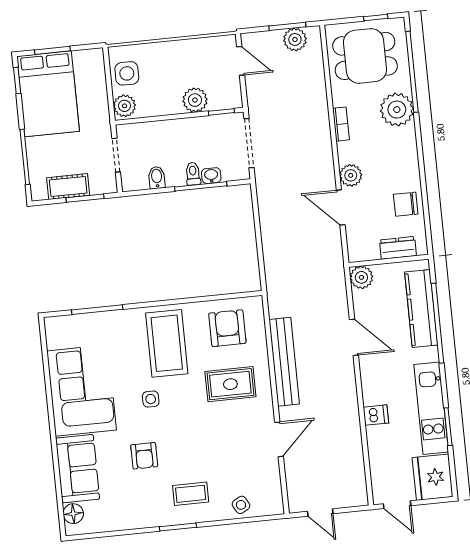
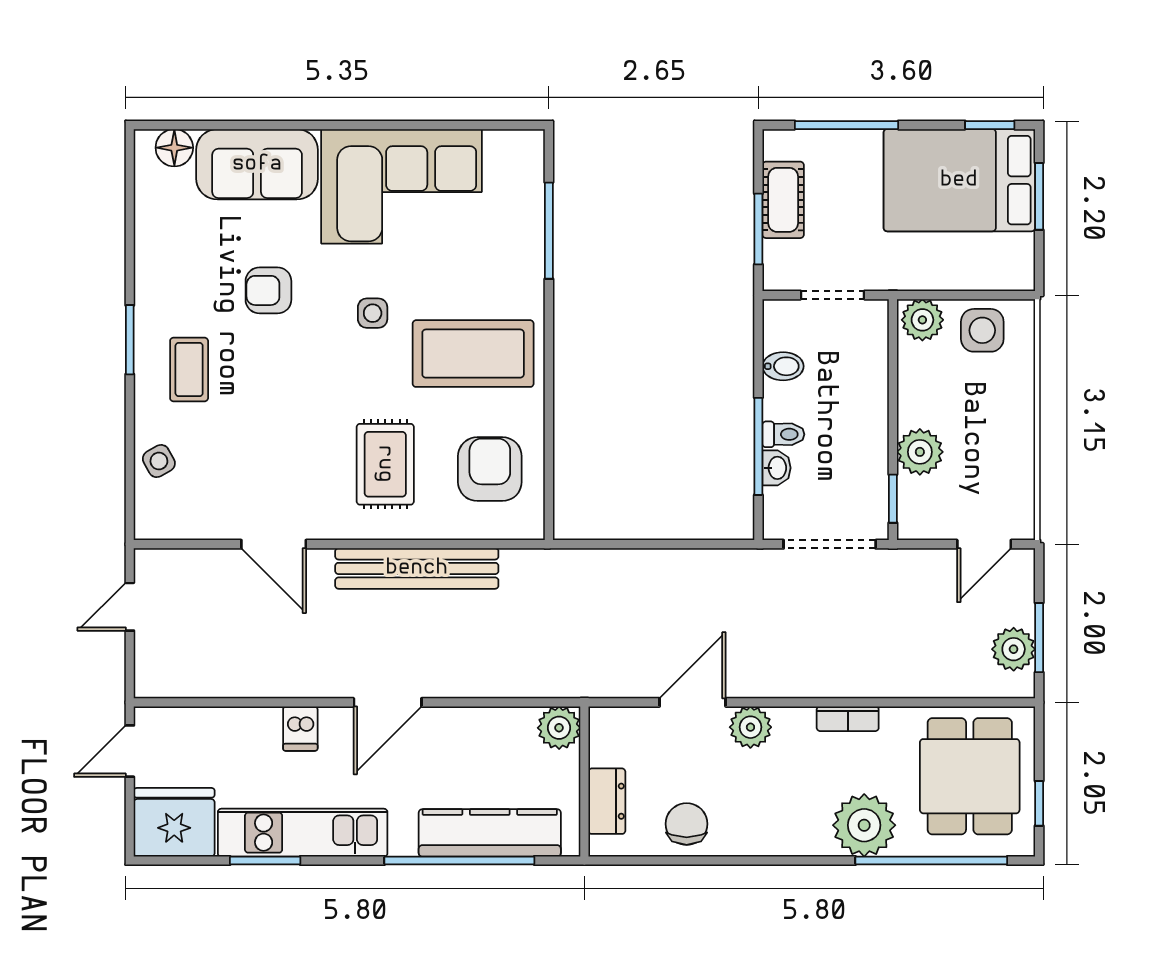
armchair: (227, 328) -> (490, 469), turned -90
door: (354, 337) -> (388, 702), moved

